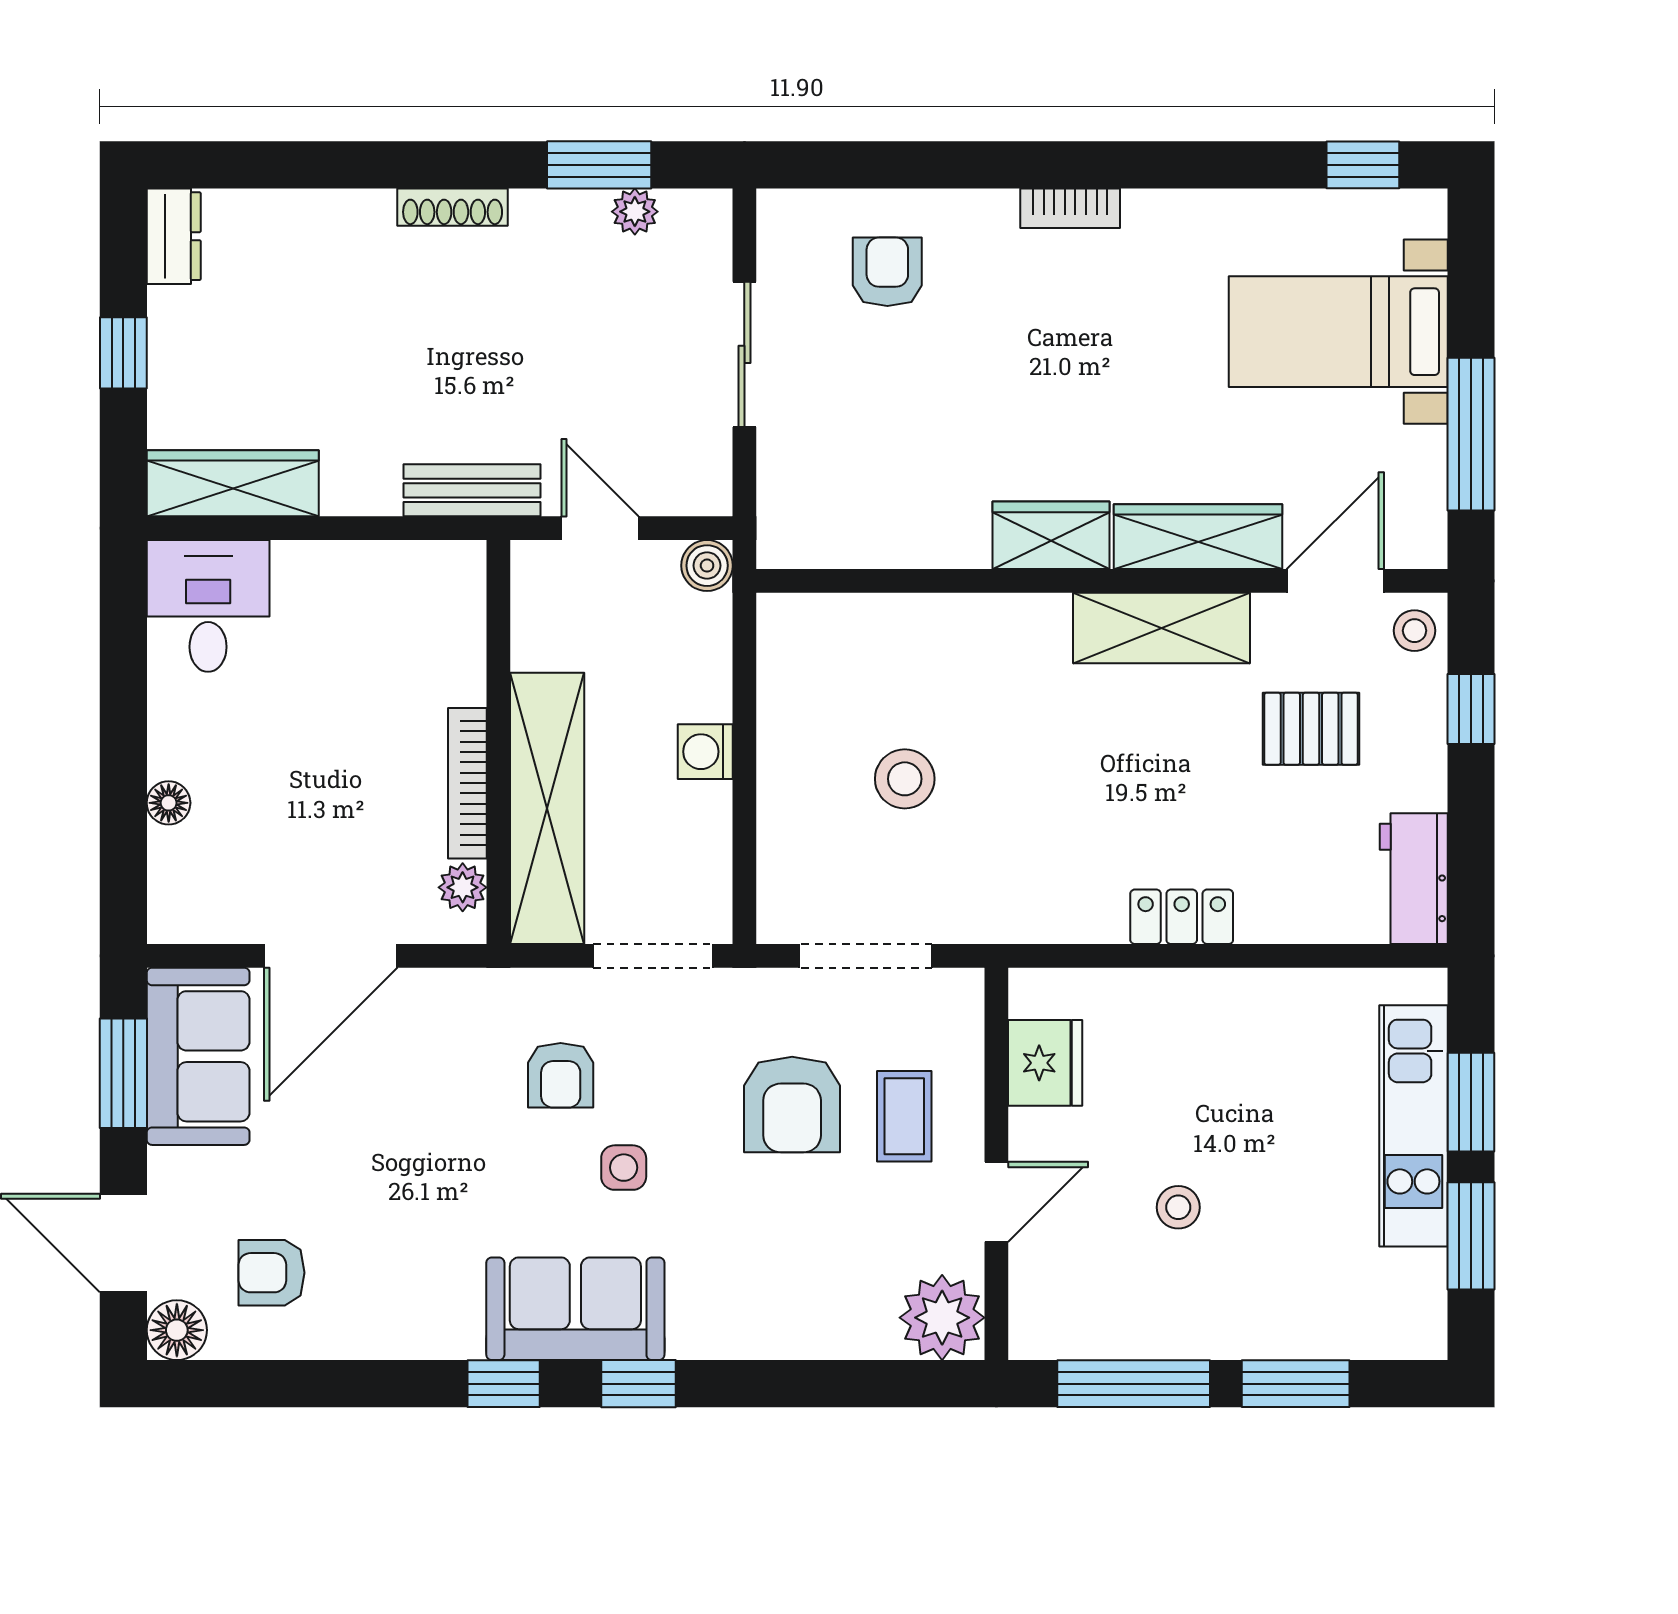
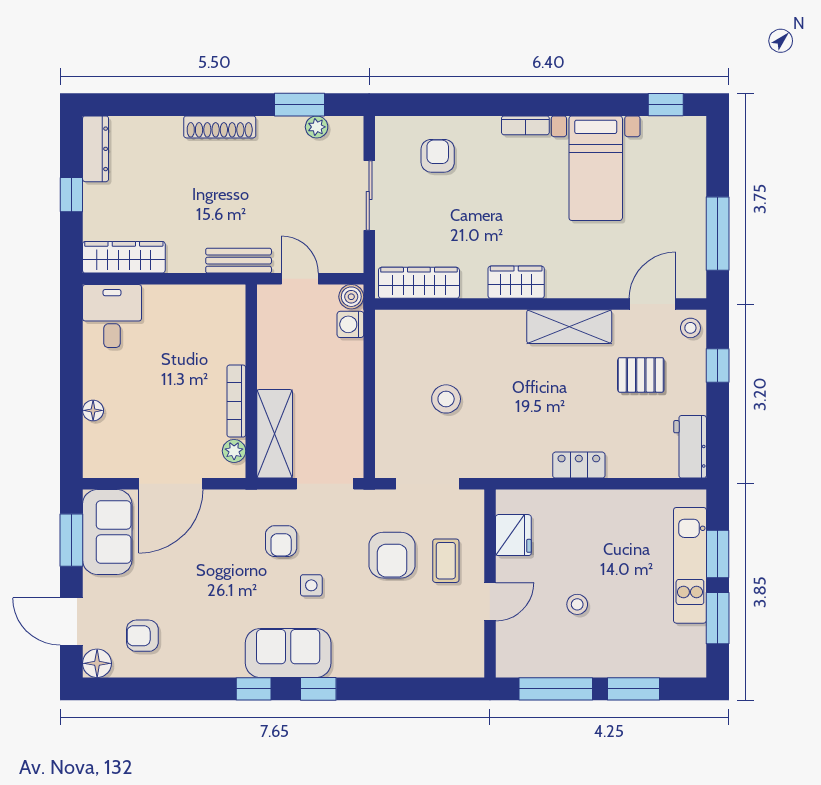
shoe rack: (453, 207) -> (220, 127), width x1.36, depth x1.24
dresser: (174, 236) -> (96, 149), width x1.44
bed with nightstands: (1338, 332) -> (596, 168), moved, turned -90
wardrobe: (1198, 537) -> (419, 283), moved
washing machine: (705, 752) -> (350, 324), moved
shelving: (547, 808) -> (275, 434), width x0.68
plant: (942, 1318) -> (464, 657), removed

